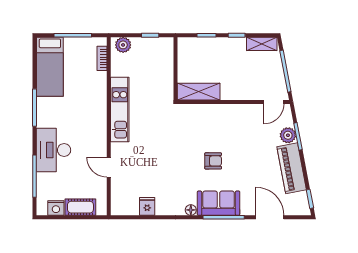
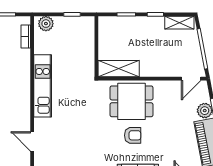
dining table: (212, 126) -> (131, 101), added

